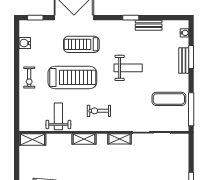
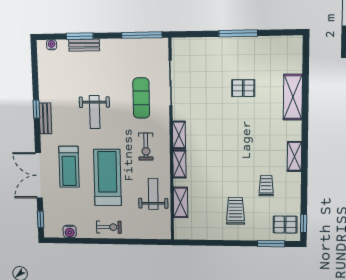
bench: (149, 25) -> (45, 118), moved
weight bench: (128, 68) -> (95, 112), turned 180
exercise mat: (169, 99) -> (141, 98), moved
weight bench: (58, 116) -> (153, 194), turned 90
shelving: (120, 139) -> (179, 135), moved
shelving: (32, 140) -> (180, 202), moved

